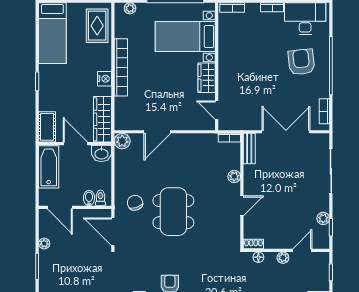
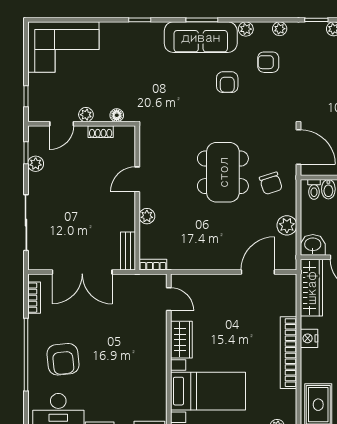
door: (157, 132) -> (258, 272), moved
plant: (122, 141) -> (287, 225), moved
shoe rack: (253, 244) -> (101, 132), moved

